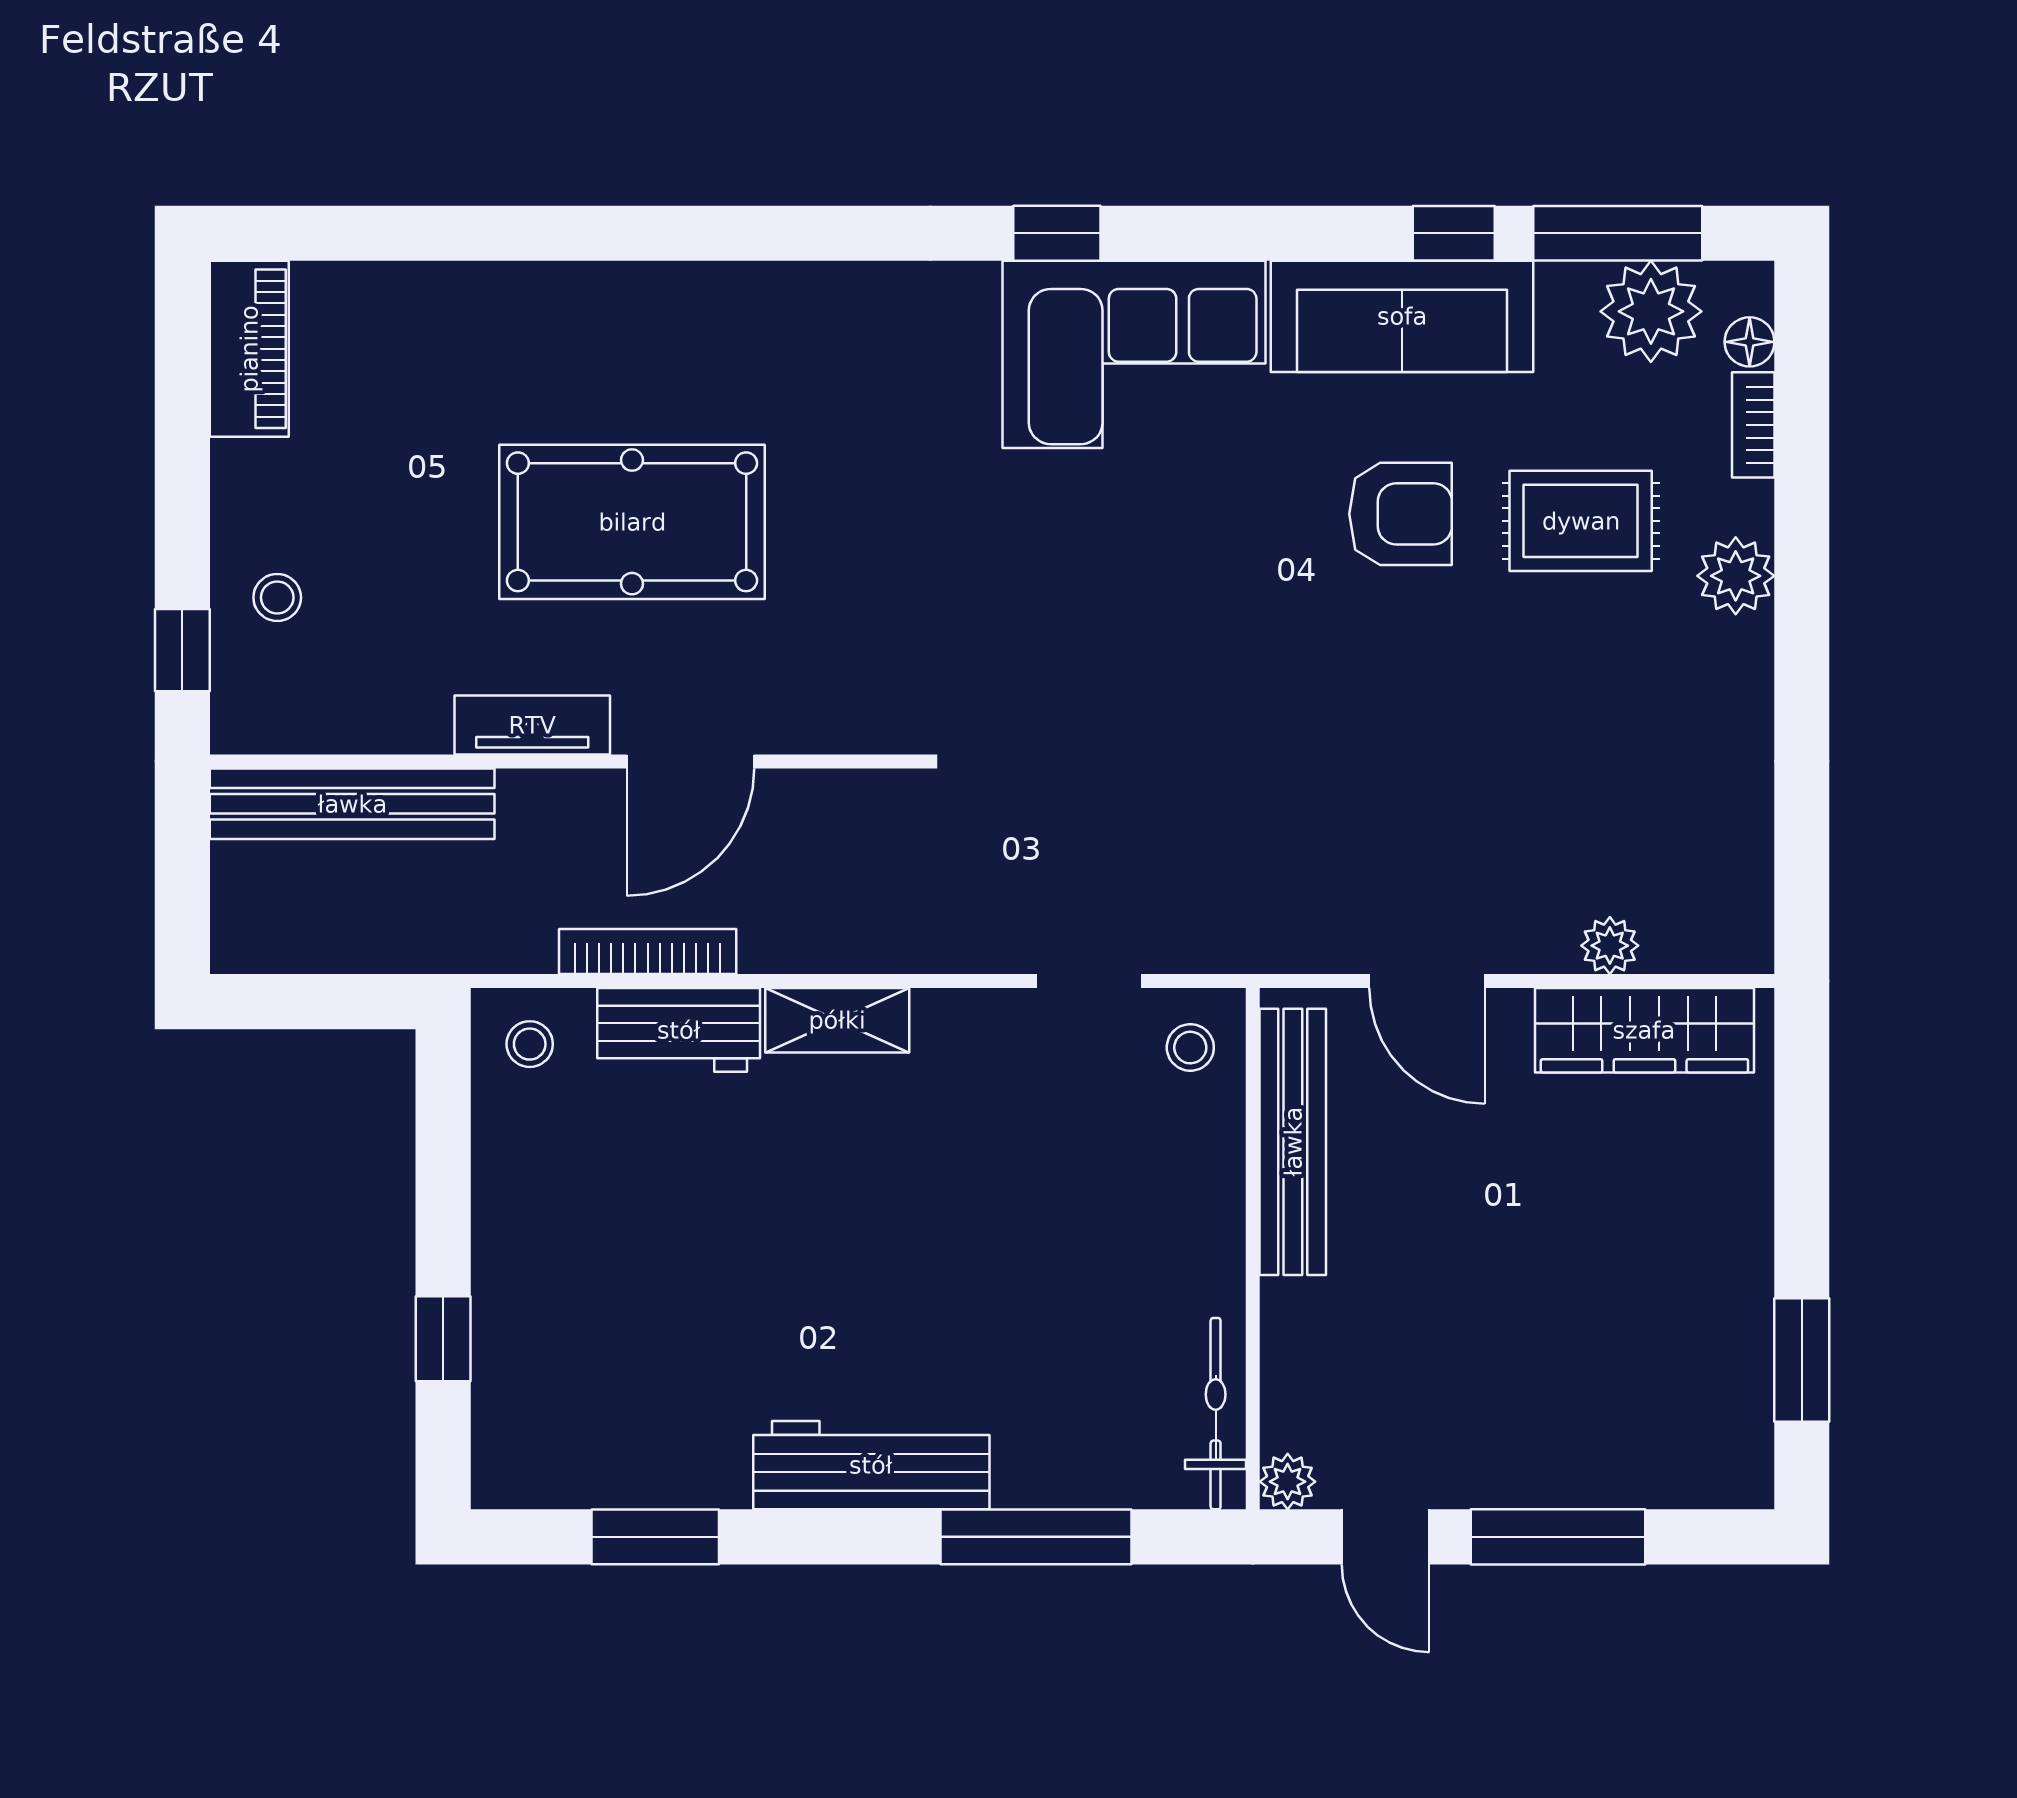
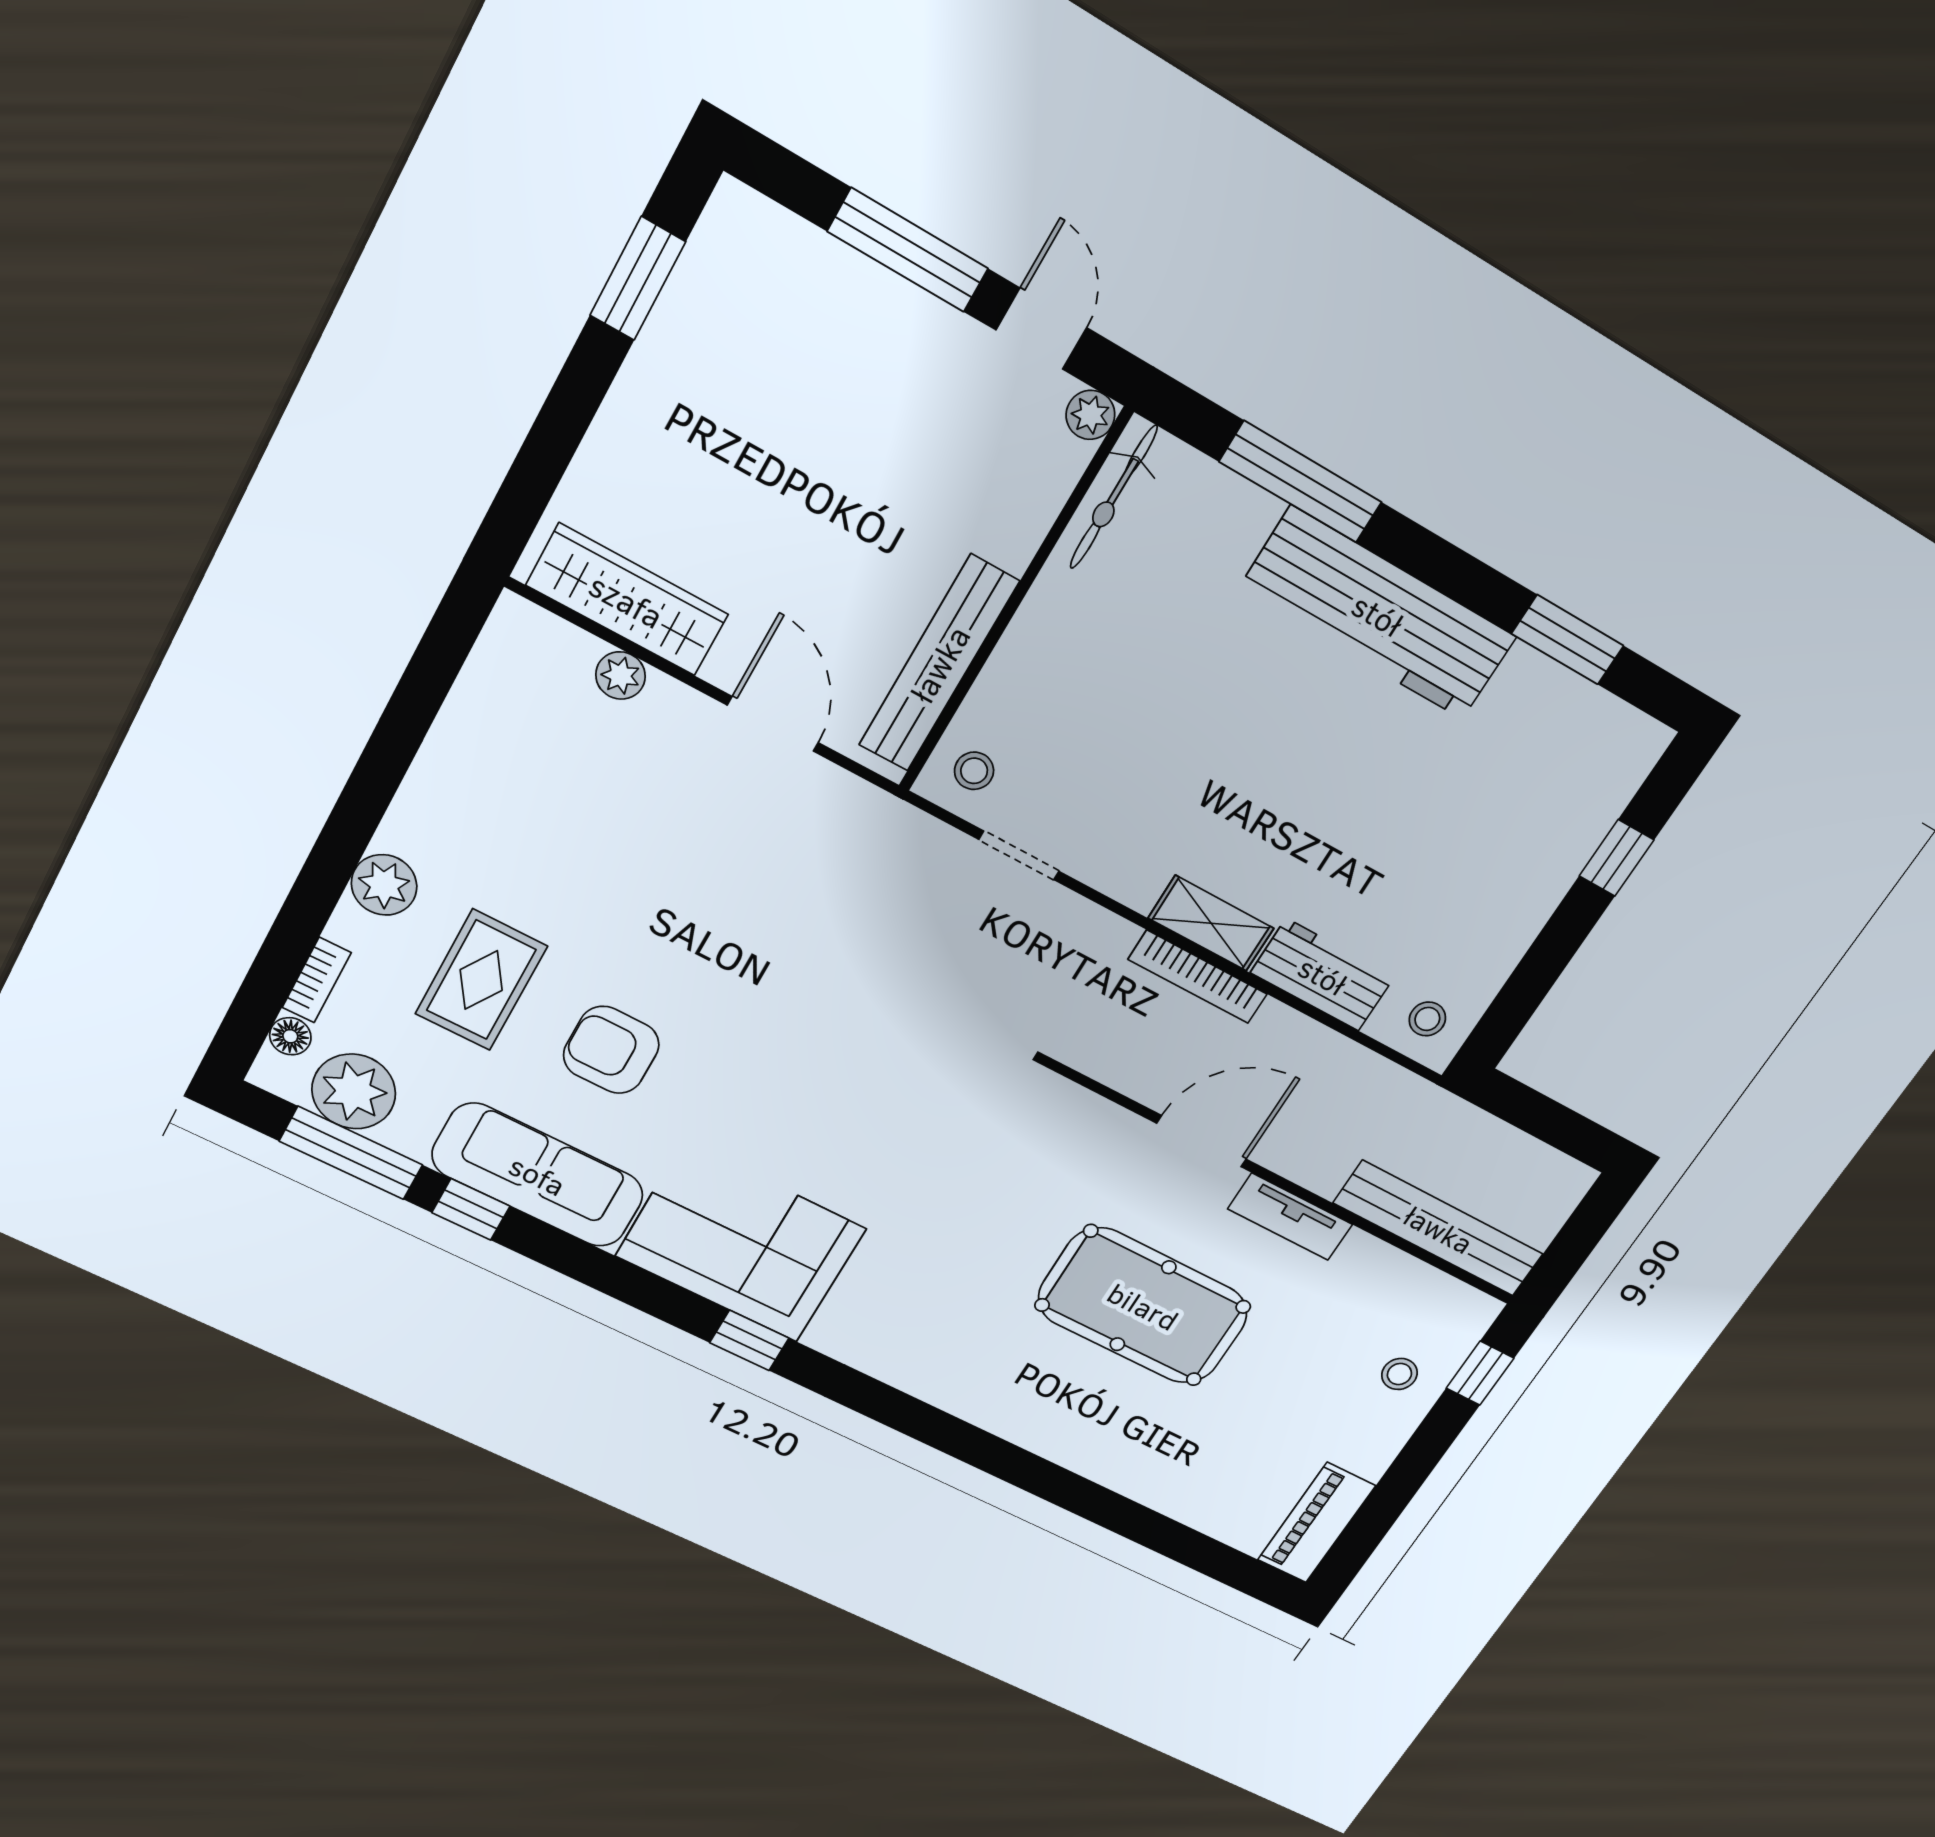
rug: (1581, 521) -> (481, 980), turned 90
bookcase: (648, 952) -> (1198, 977), moved
workbench: (871, 1465) -> (1378, 614), width x1.36, depth x1.32

